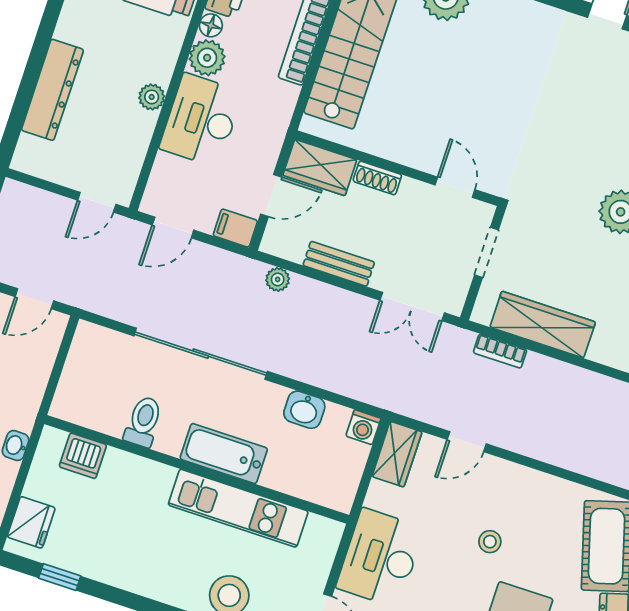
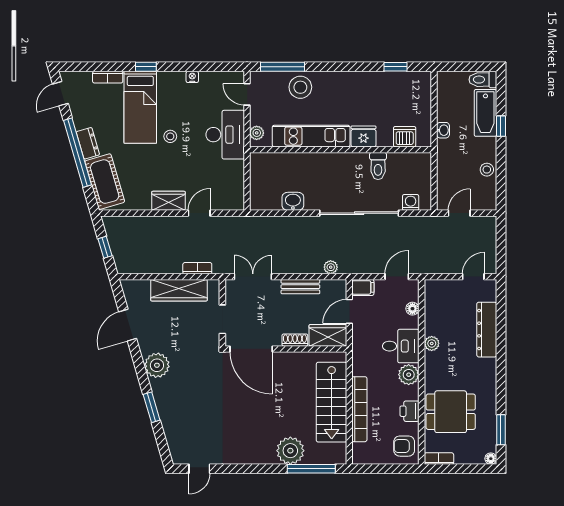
floor lamp: (211, 25) -> (412, 309), moved
desk: (201, 120) -> (401, 346), width x0.73
door: (455, 187) -> (251, 349), width x1.88
door: (97, 202) -> (473, 277), moved
washing machine: (363, 427) -> (411, 202), moved
bathtub: (224, 454) -> (329, 163), removed
wardrobe: (397, 454) -> (168, 201), moved, turned 90
fridge: (31, 522) -> (363, 136), moved, turned 90
stool: (490, 542) -> (170, 136), moved
plant: (327, 543) -> (257, 133), added

